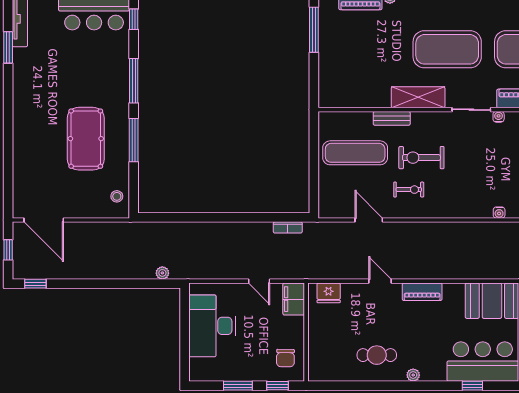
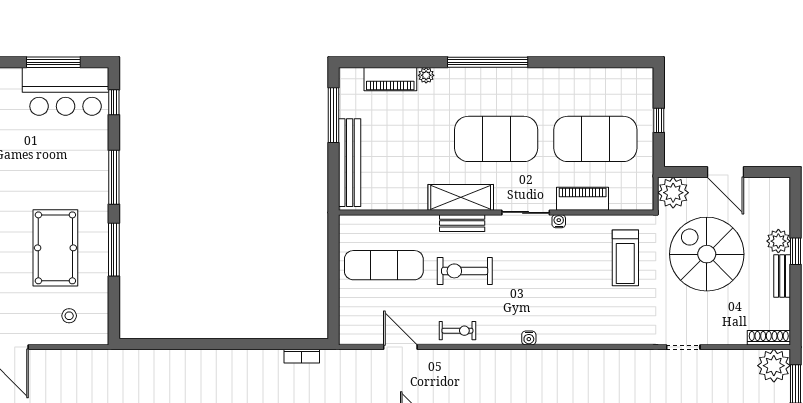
bench: (327, 69) -> (350, 163), added
bench: (392, 118) -> (462, 223), moved
exercise bike: (409, 190) -> (457, 331), moved
stool: (117, 196) -> (69, 316), moved
water cooler: (499, 213) -> (529, 338), moved

